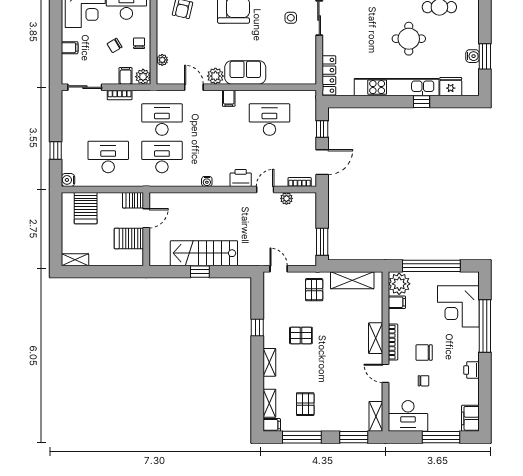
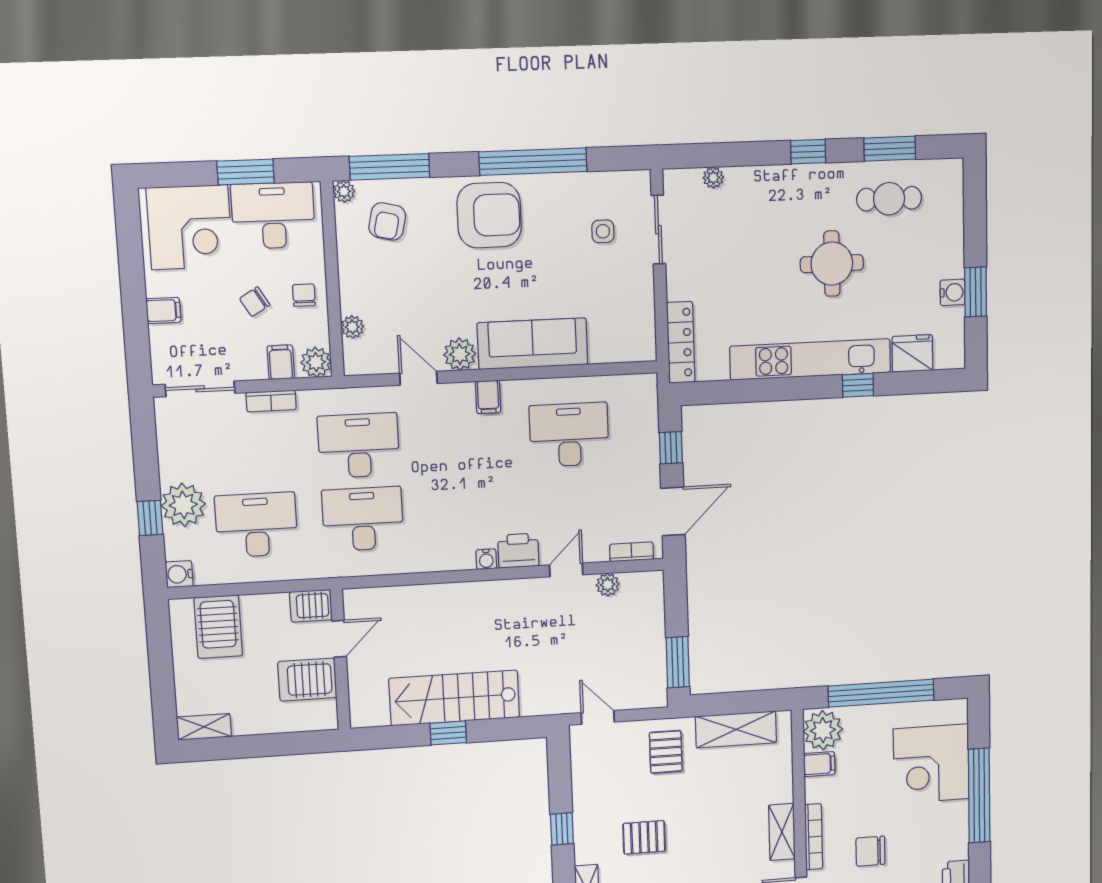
sofa: (245, 72) -> (533, 344), width x1.36
plant: (72, 145) -> (183, 505), added
water cooler: (207, 181) -> (486, 559), moved

